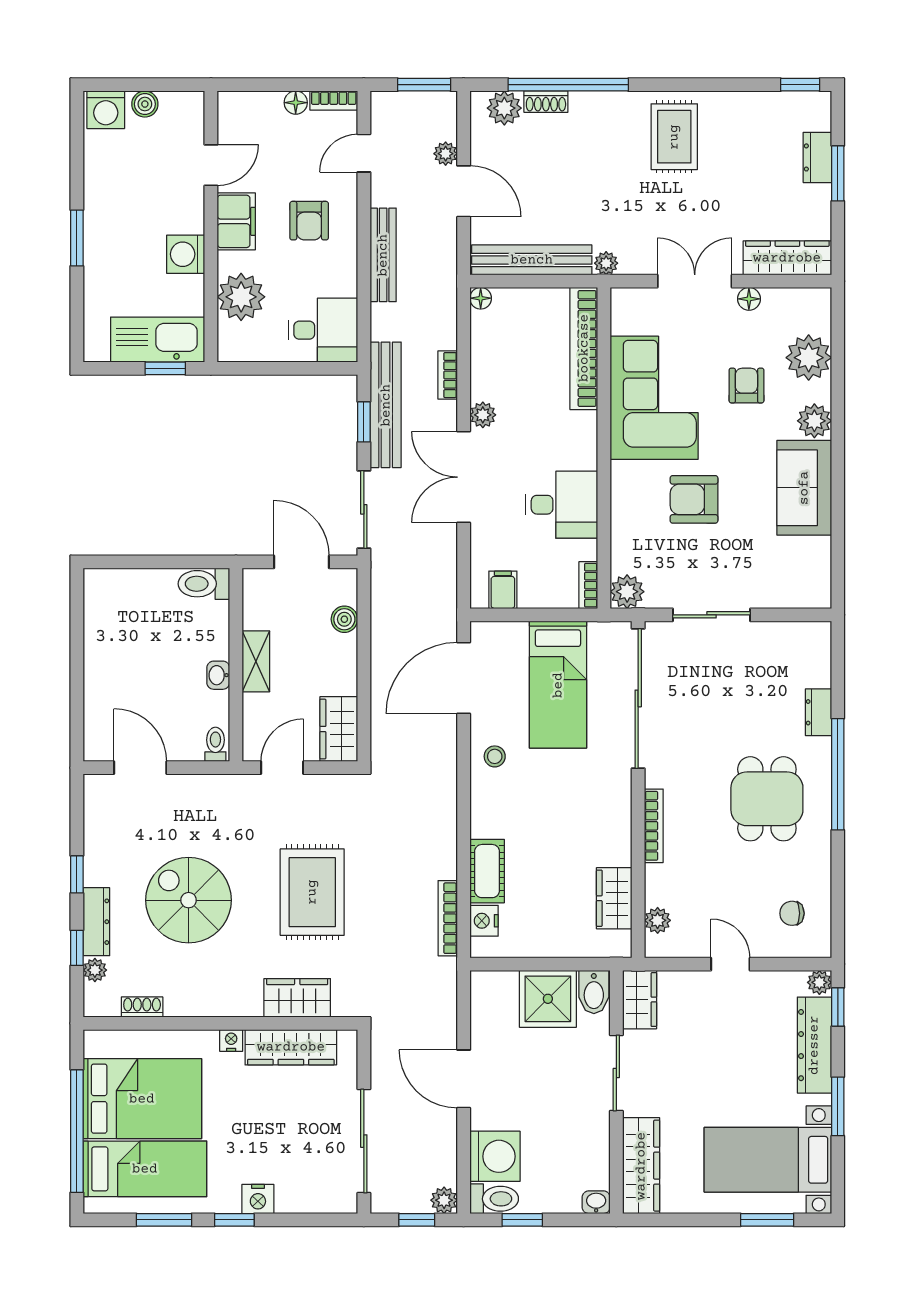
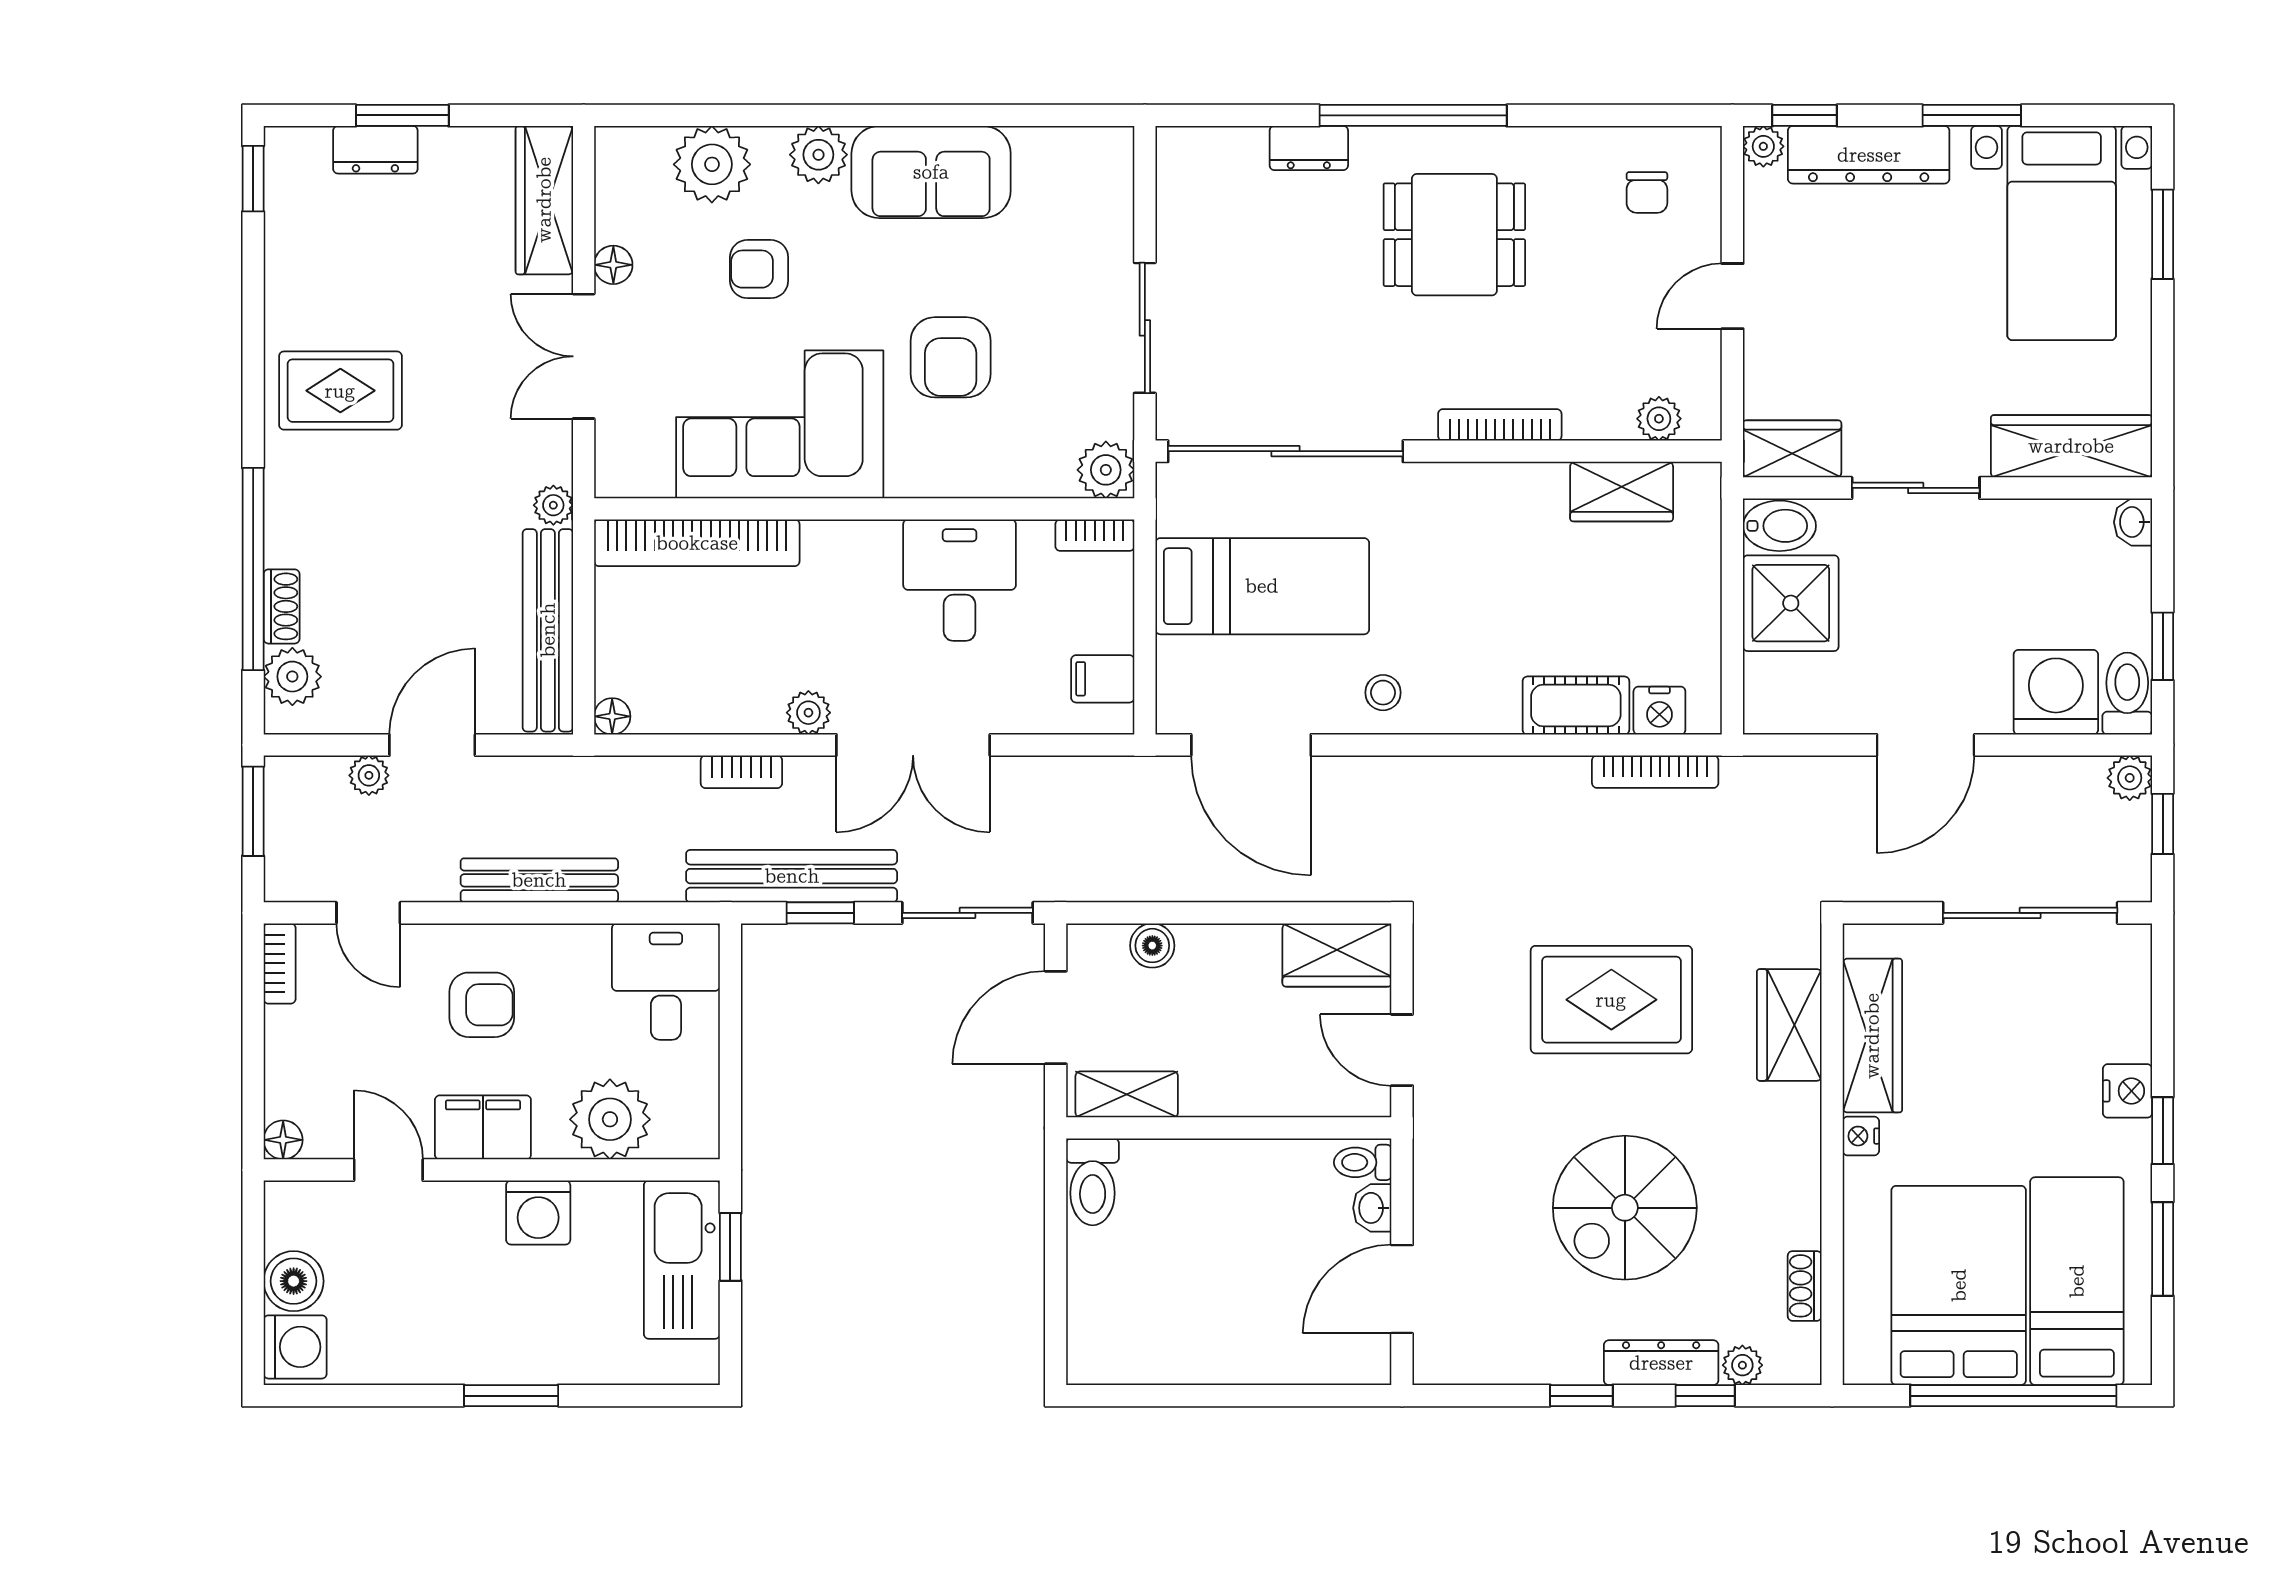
floor lamp: (296, 103) -> (283, 1140), moved
boiler: (145, 104) -> (294, 1281), width x1.36, depth x1.36
shelving: (256, 661) -> (1127, 1094), moved
washbasin: (218, 675) -> (1372, 1208), moved, turned 90

